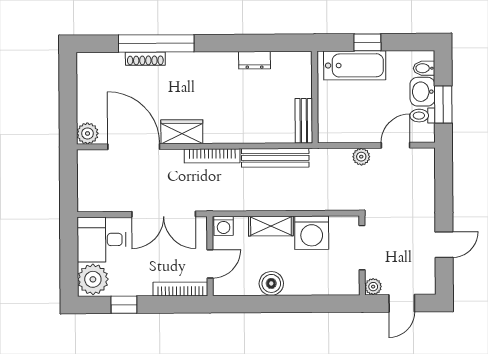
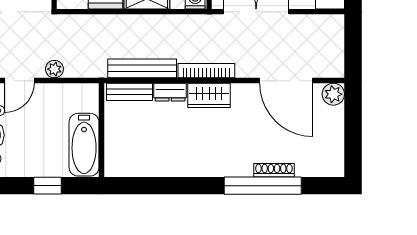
dresser: (254, 60) -> (170, 92), moved, turned 180
bathtub: (355, 65) -> (84, 145), moved, turned -90
bench: (304, 121) -> (129, 92), moved, turned 90
wardrobe: (182, 132) -> (209, 95), moved

